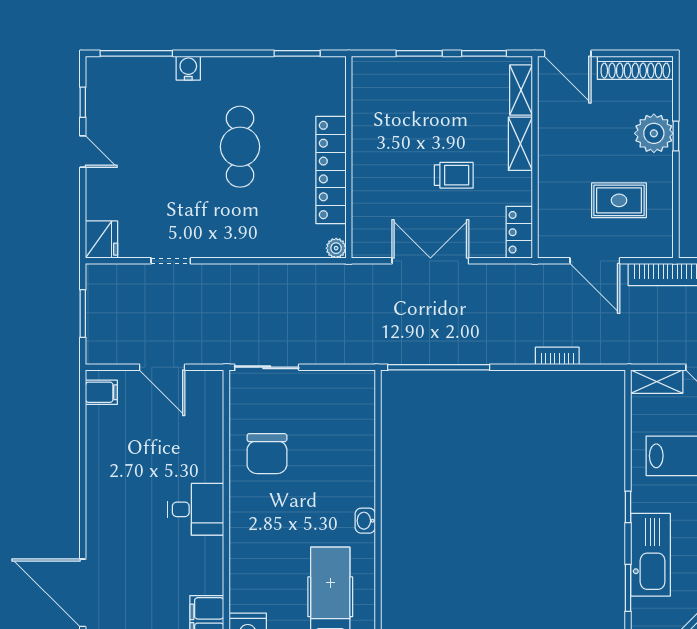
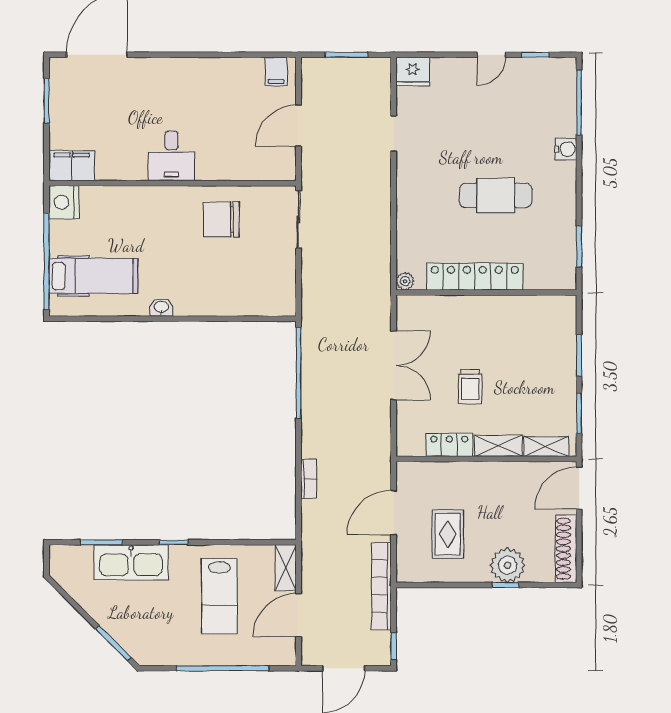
locker: (519, 232) -> (449, 445), moved

